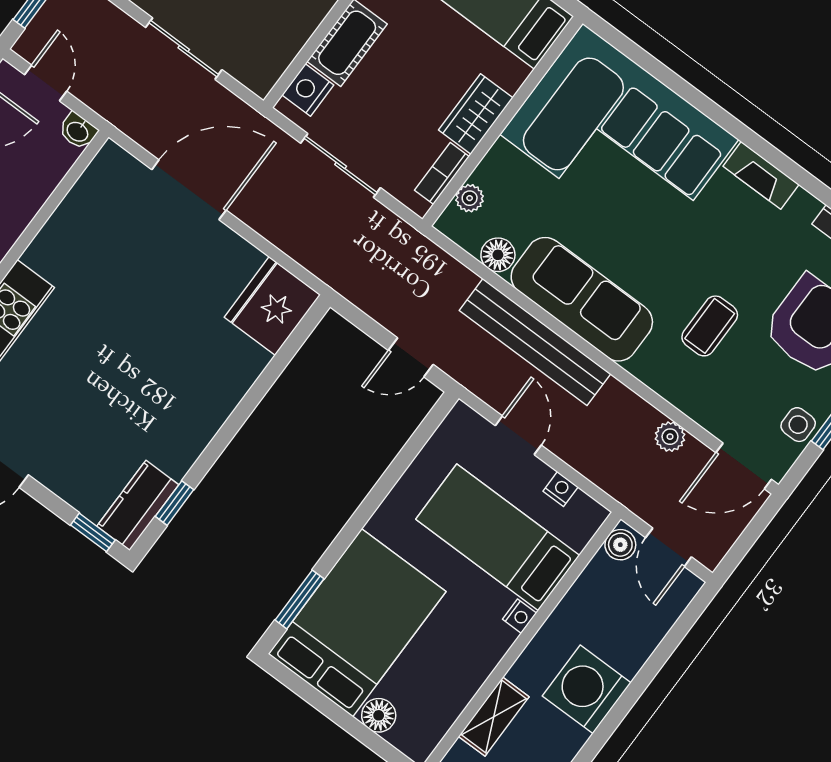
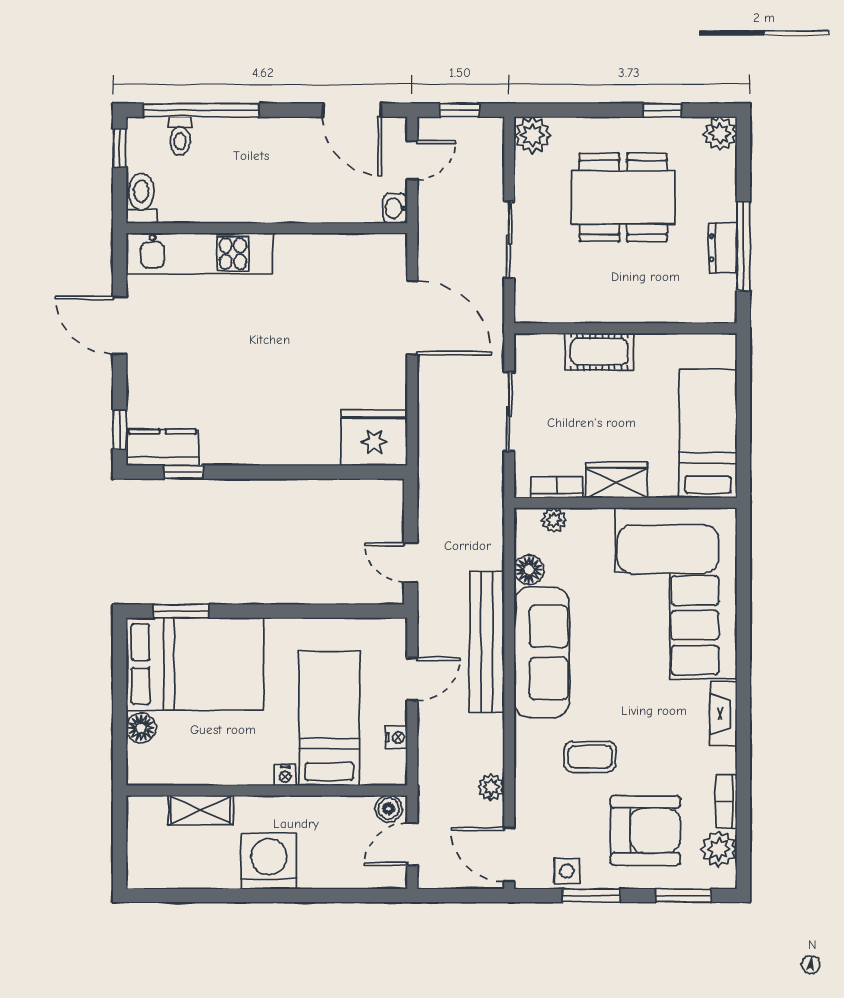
nightstand: (308, 90) -> (545, 349), removed

